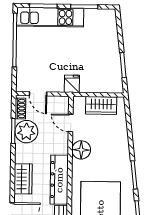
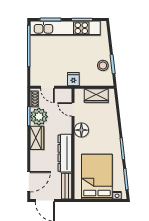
kitchen unit: (50, 17) -> (65, 28), width x1.36
stool: (110, 67) -> (103, 65), added
wardrobe: (23, 179) -> (37, 138), moved

